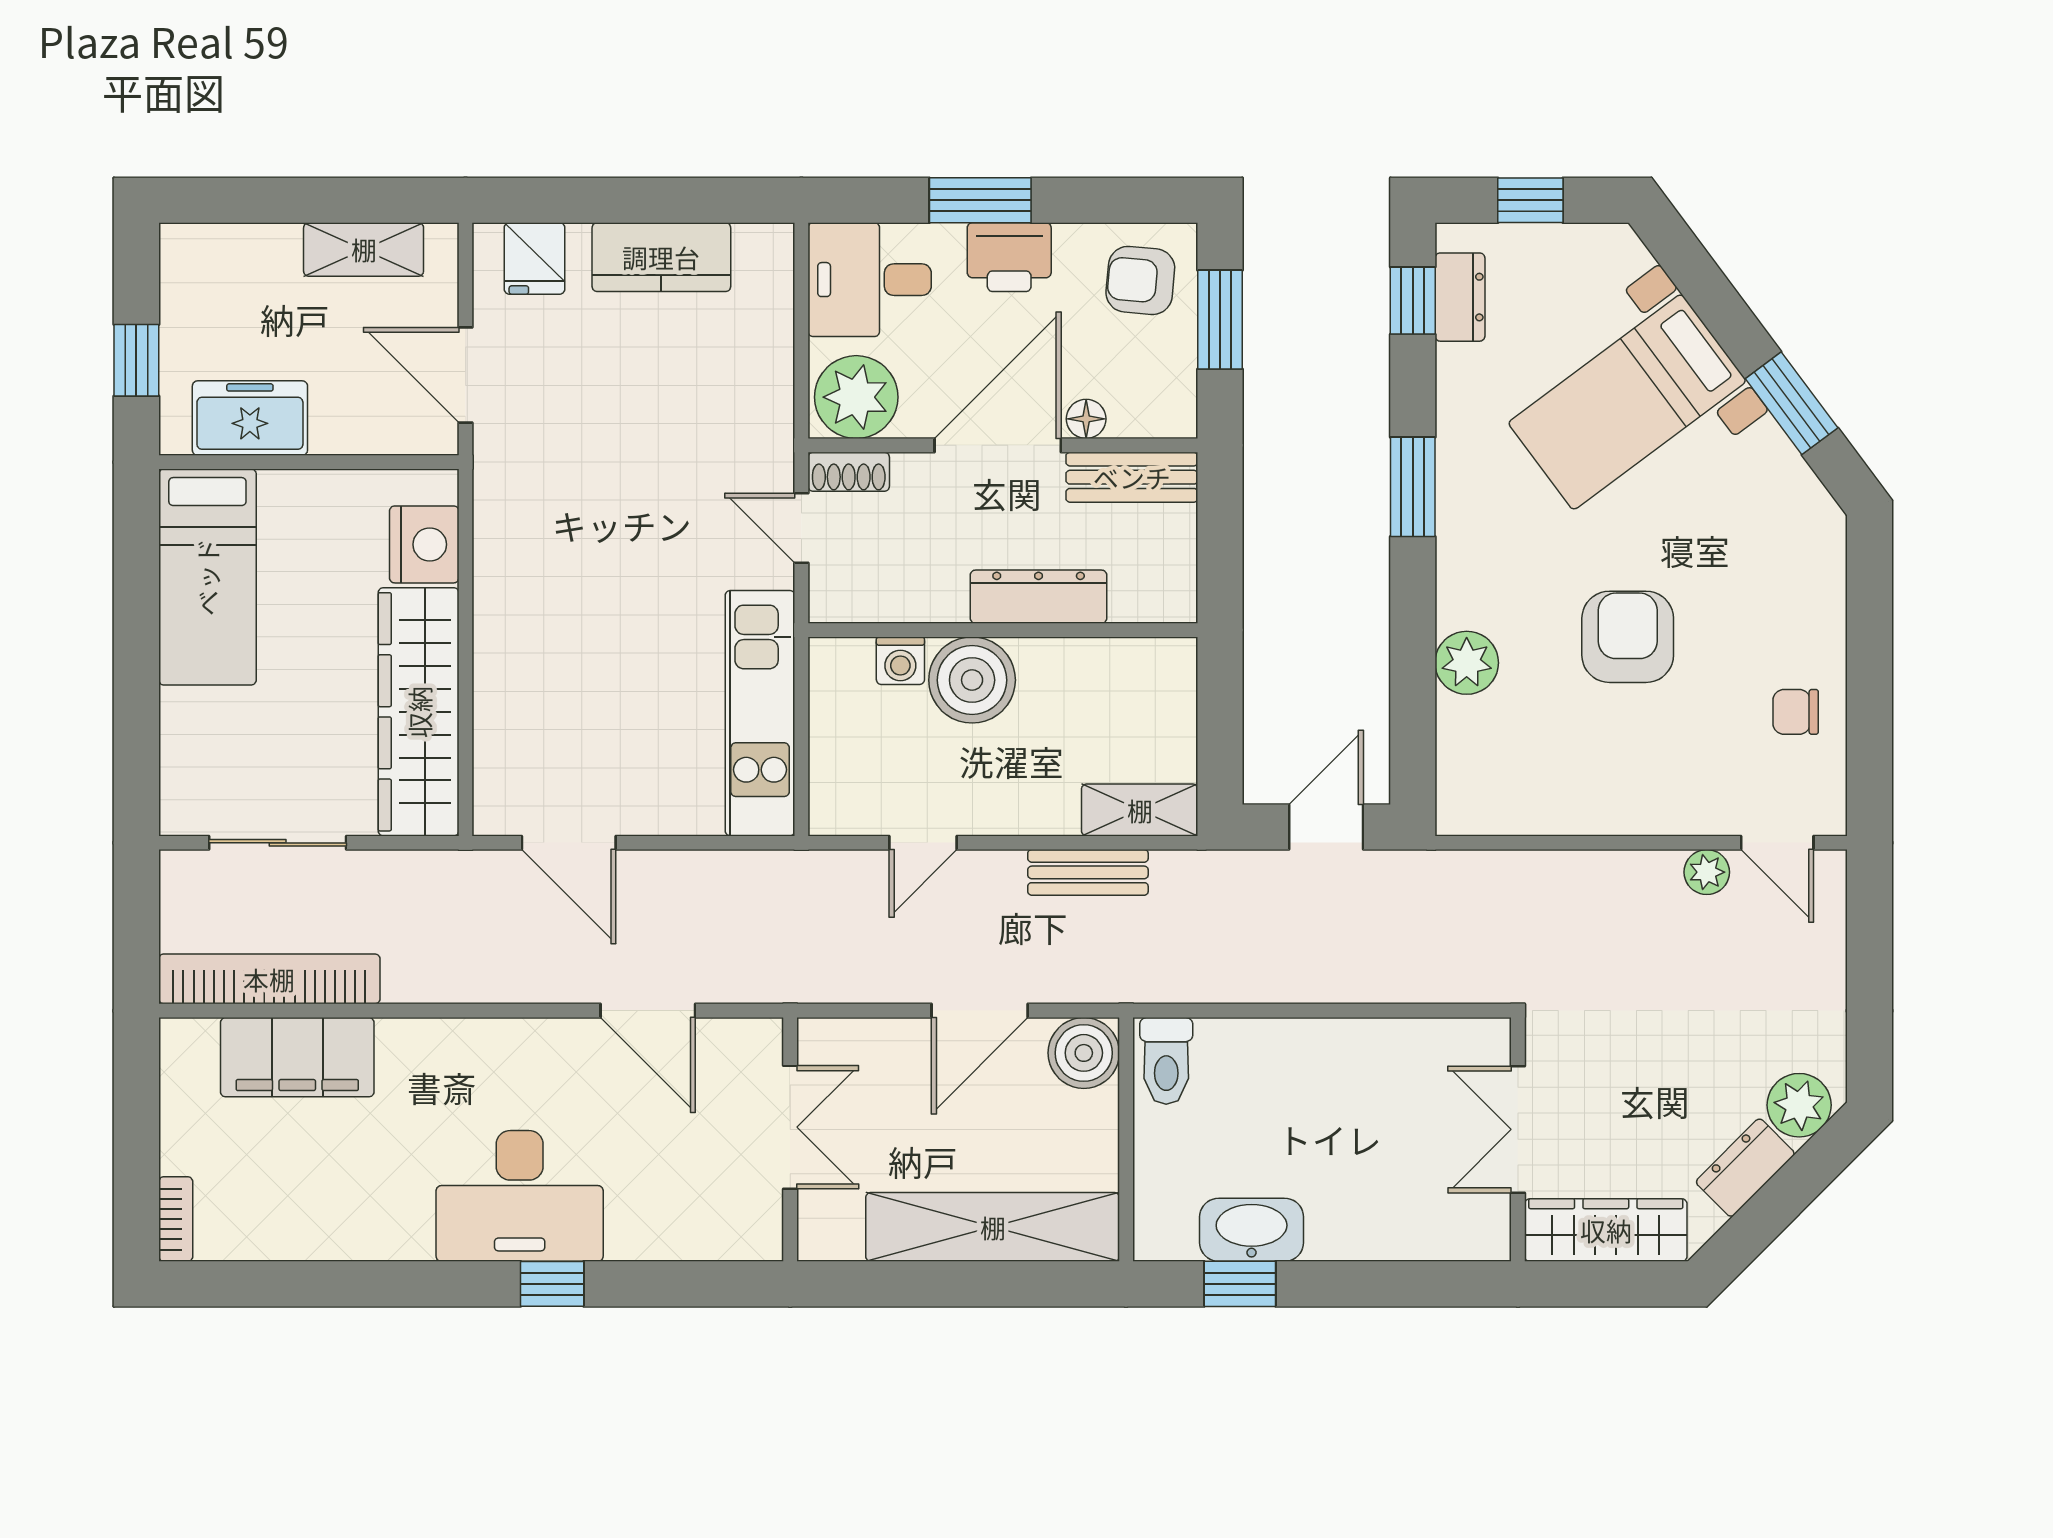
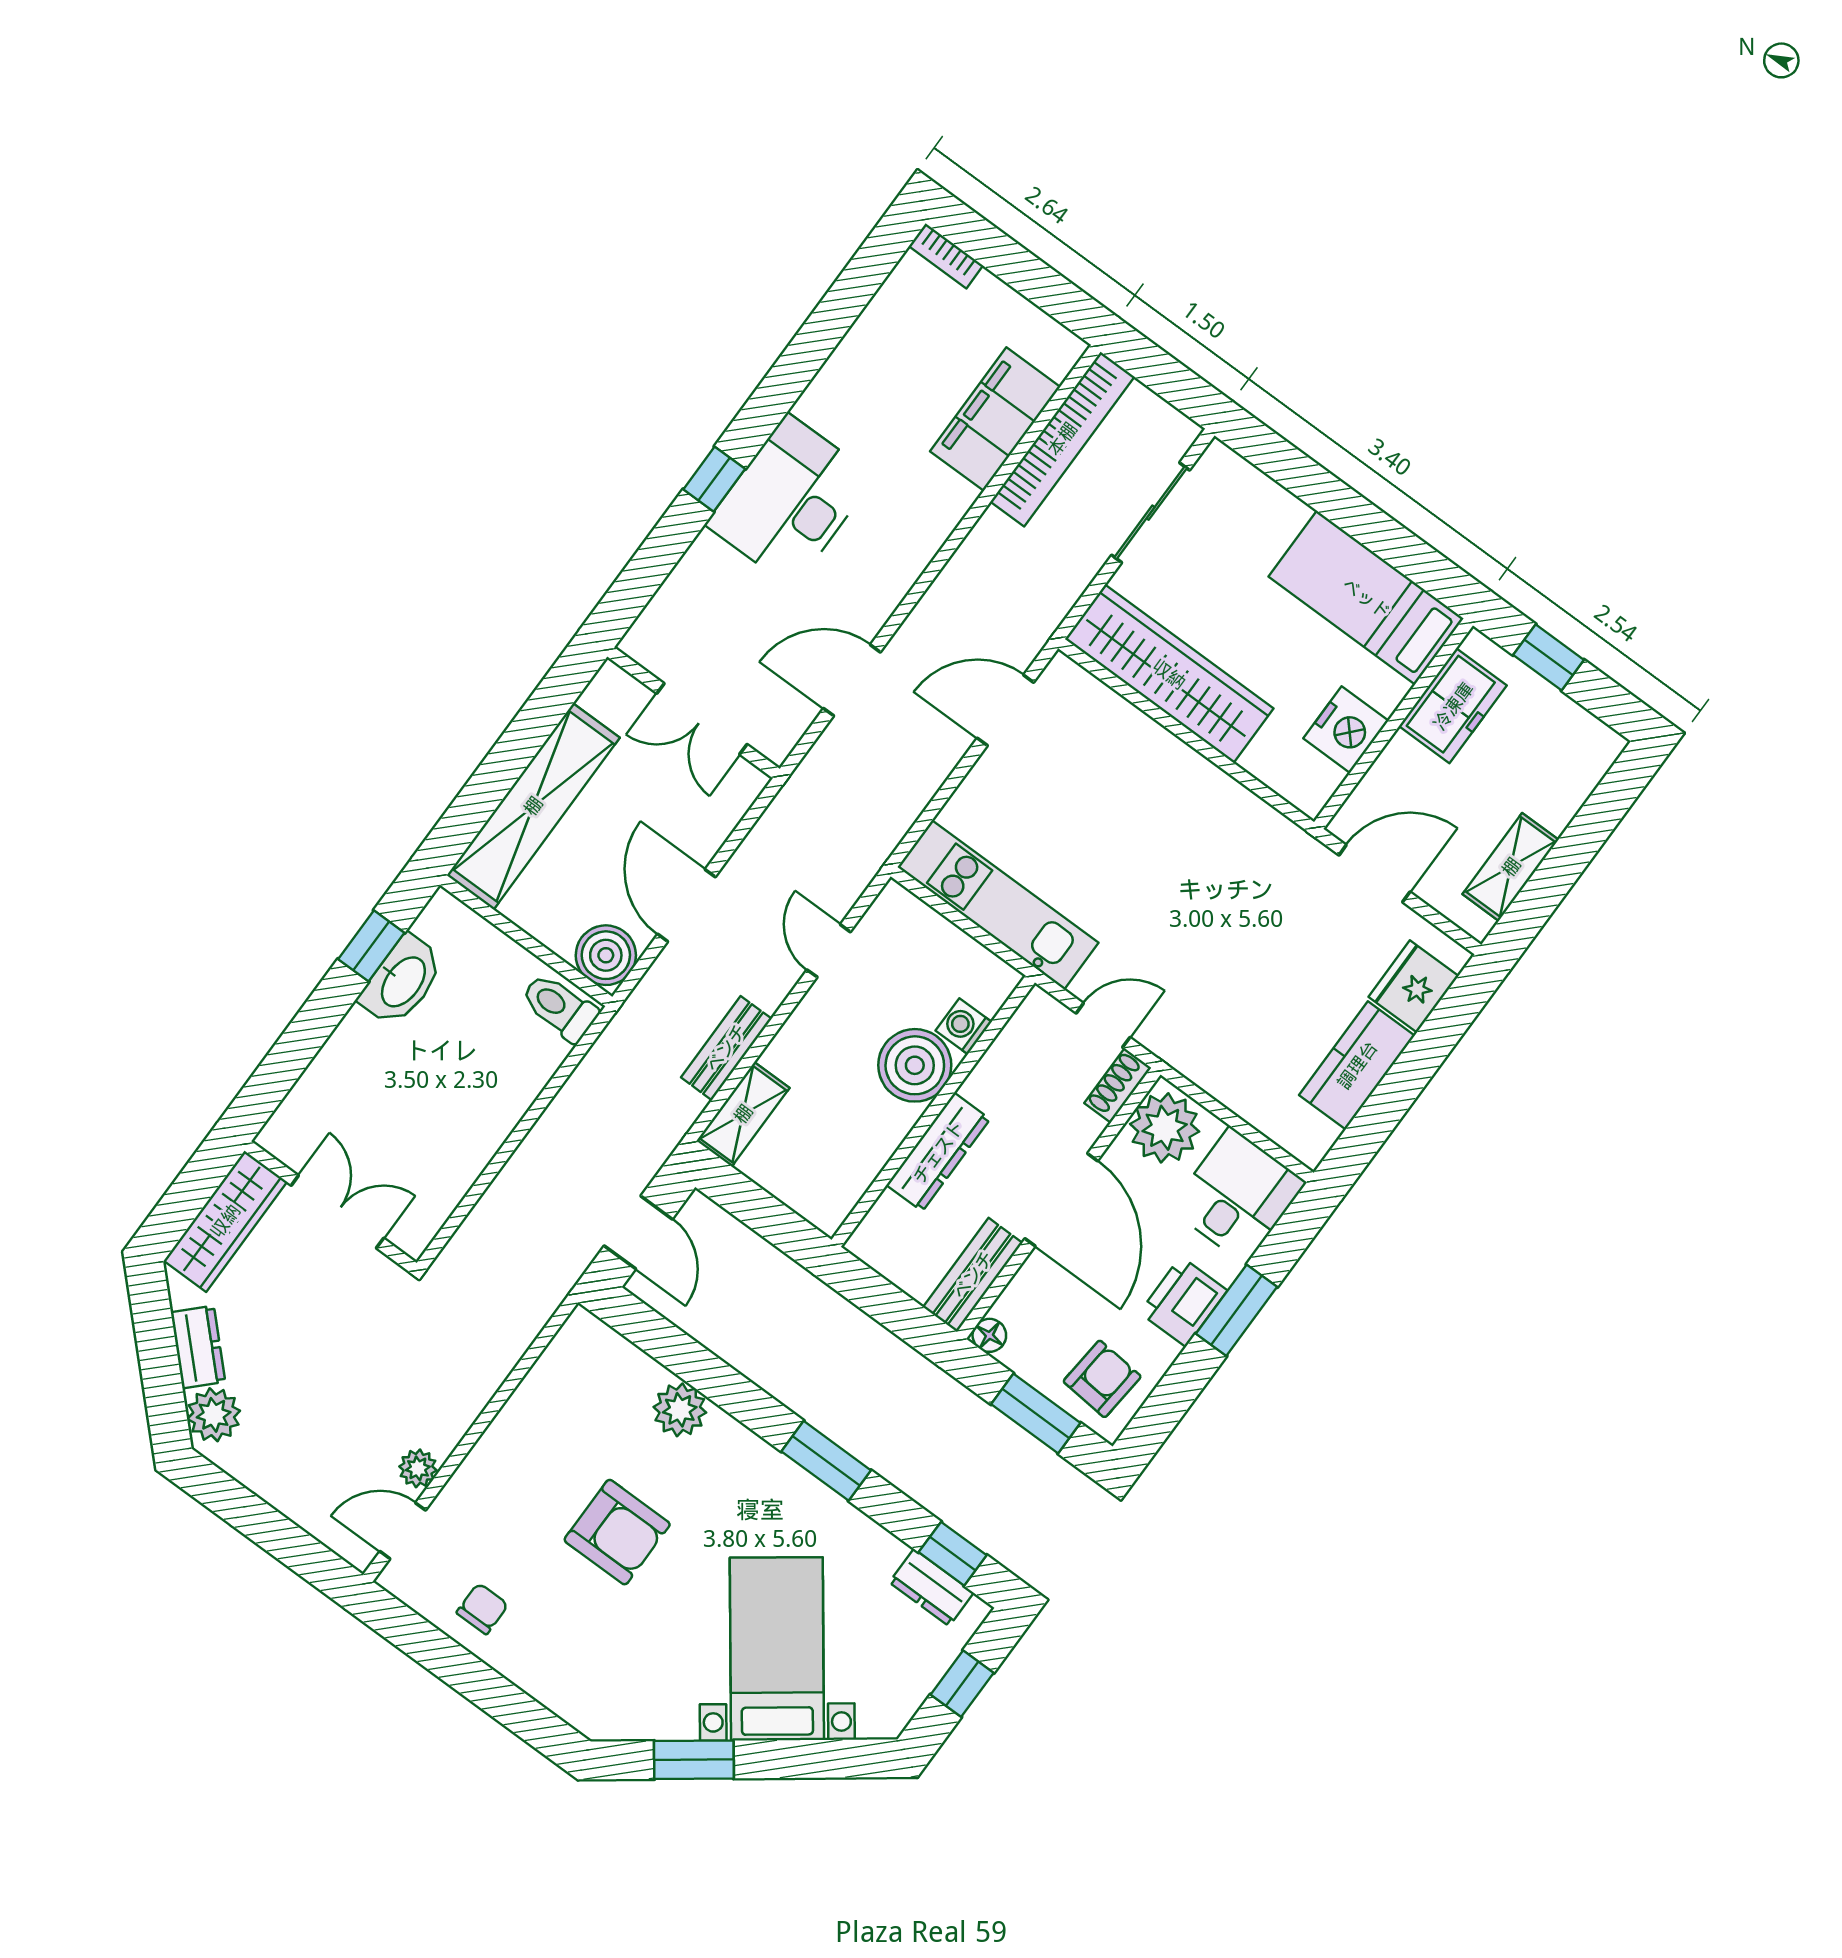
fridge: (535, 258) -> (1413, 986), width x1.38
floor lamp: (1086, 419) -> (989, 1335), moved
nightstand: (424, 544) -> (1346, 730), moved, turned -90

